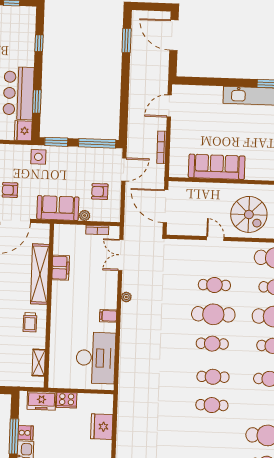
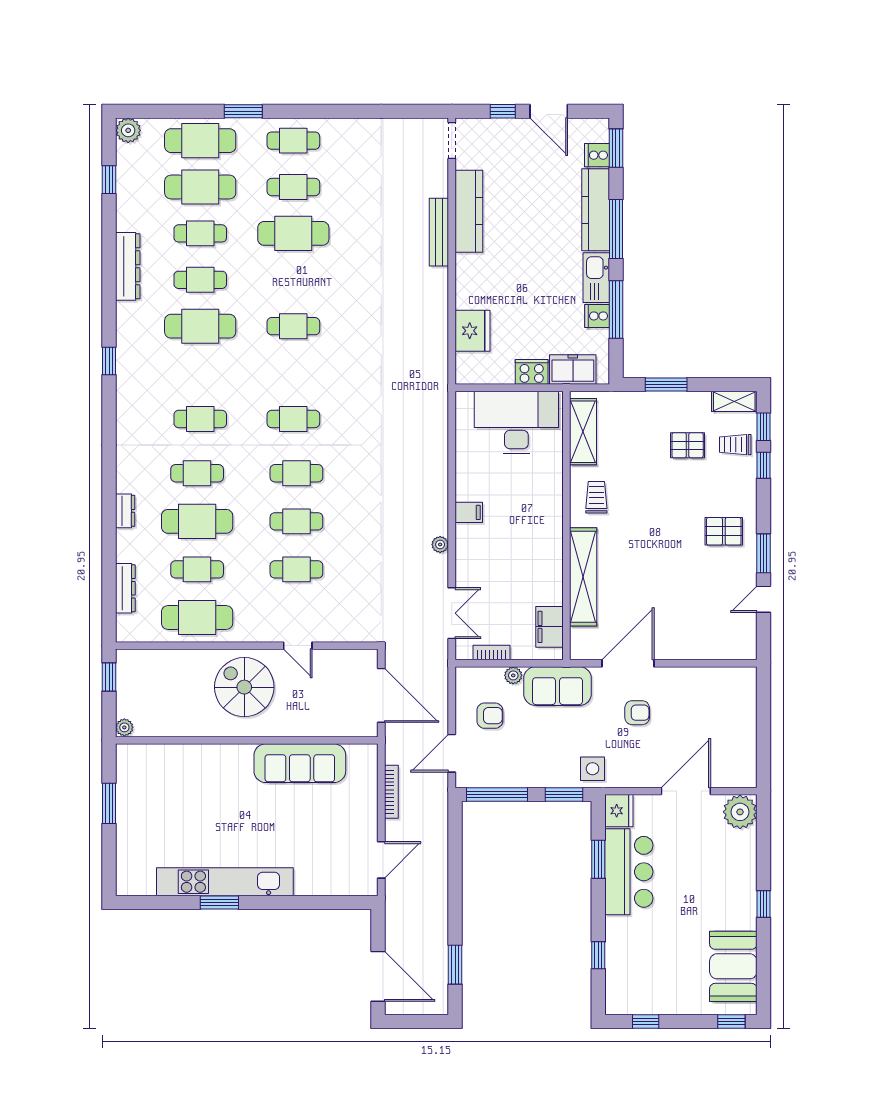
filing cabinet: (61, 268) -> (549, 627), moved
cafe table: (213, 314) -> (296, 521), width x0.73, depth x0.74
desk: (96, 358) -> (516, 423), moved, turned 90
shelving: (39, 363) -> (583, 432), width x1.50, depth x1.33
cafe table: (212, 405) -> (293, 326), moved

